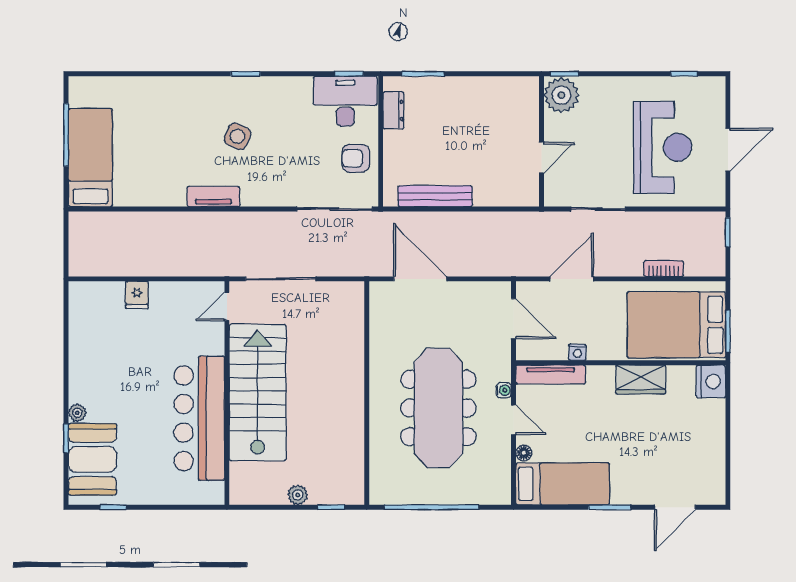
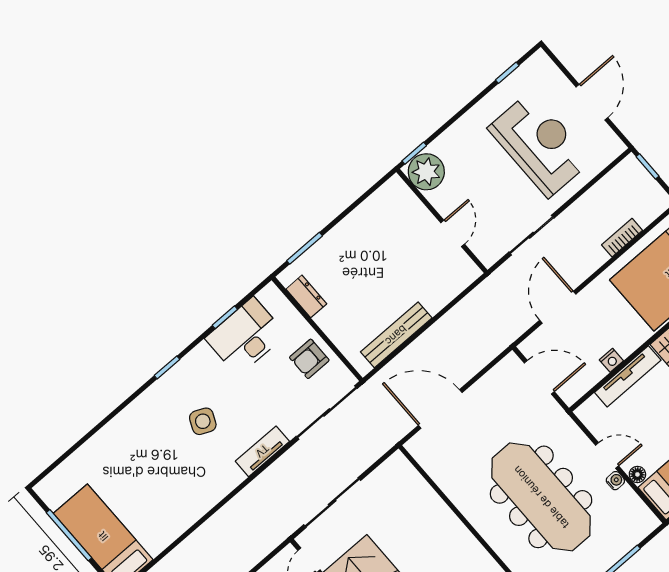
window: (349, 74) -> (225, 317), moved
desk: (345, 101) -> (246, 336), moved
tv unit: (213, 197) -> (262, 451), moved
tv unit: (551, 375) -> (628, 376), moved
water cooler: (504, 390) -> (615, 481), moved

